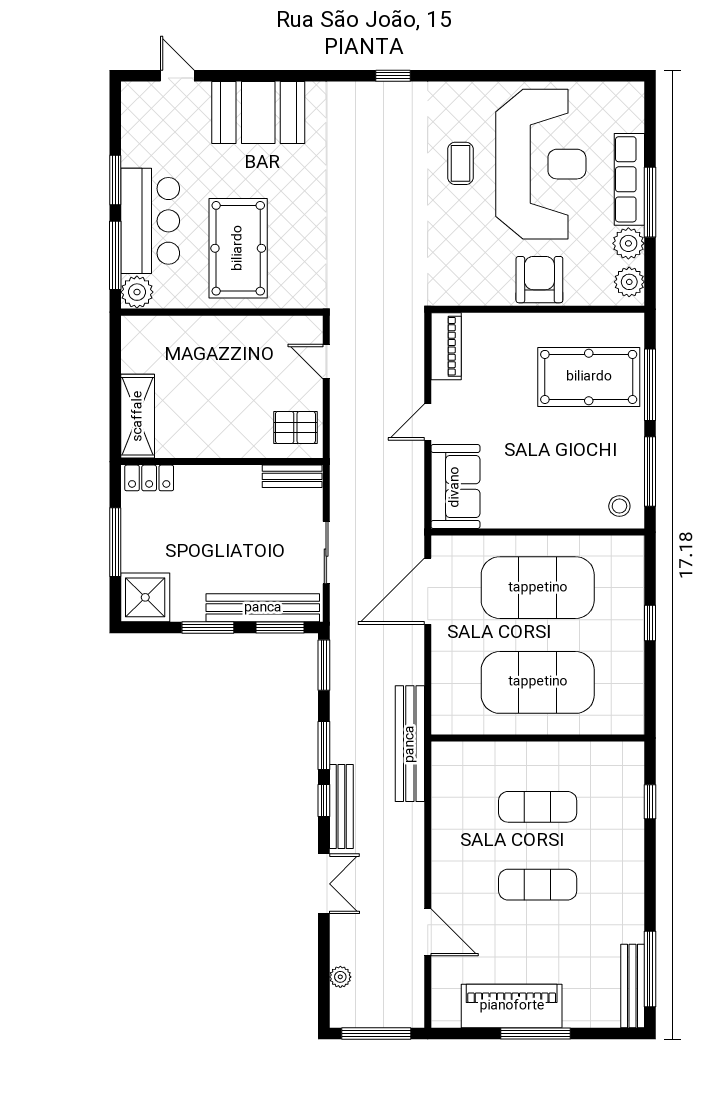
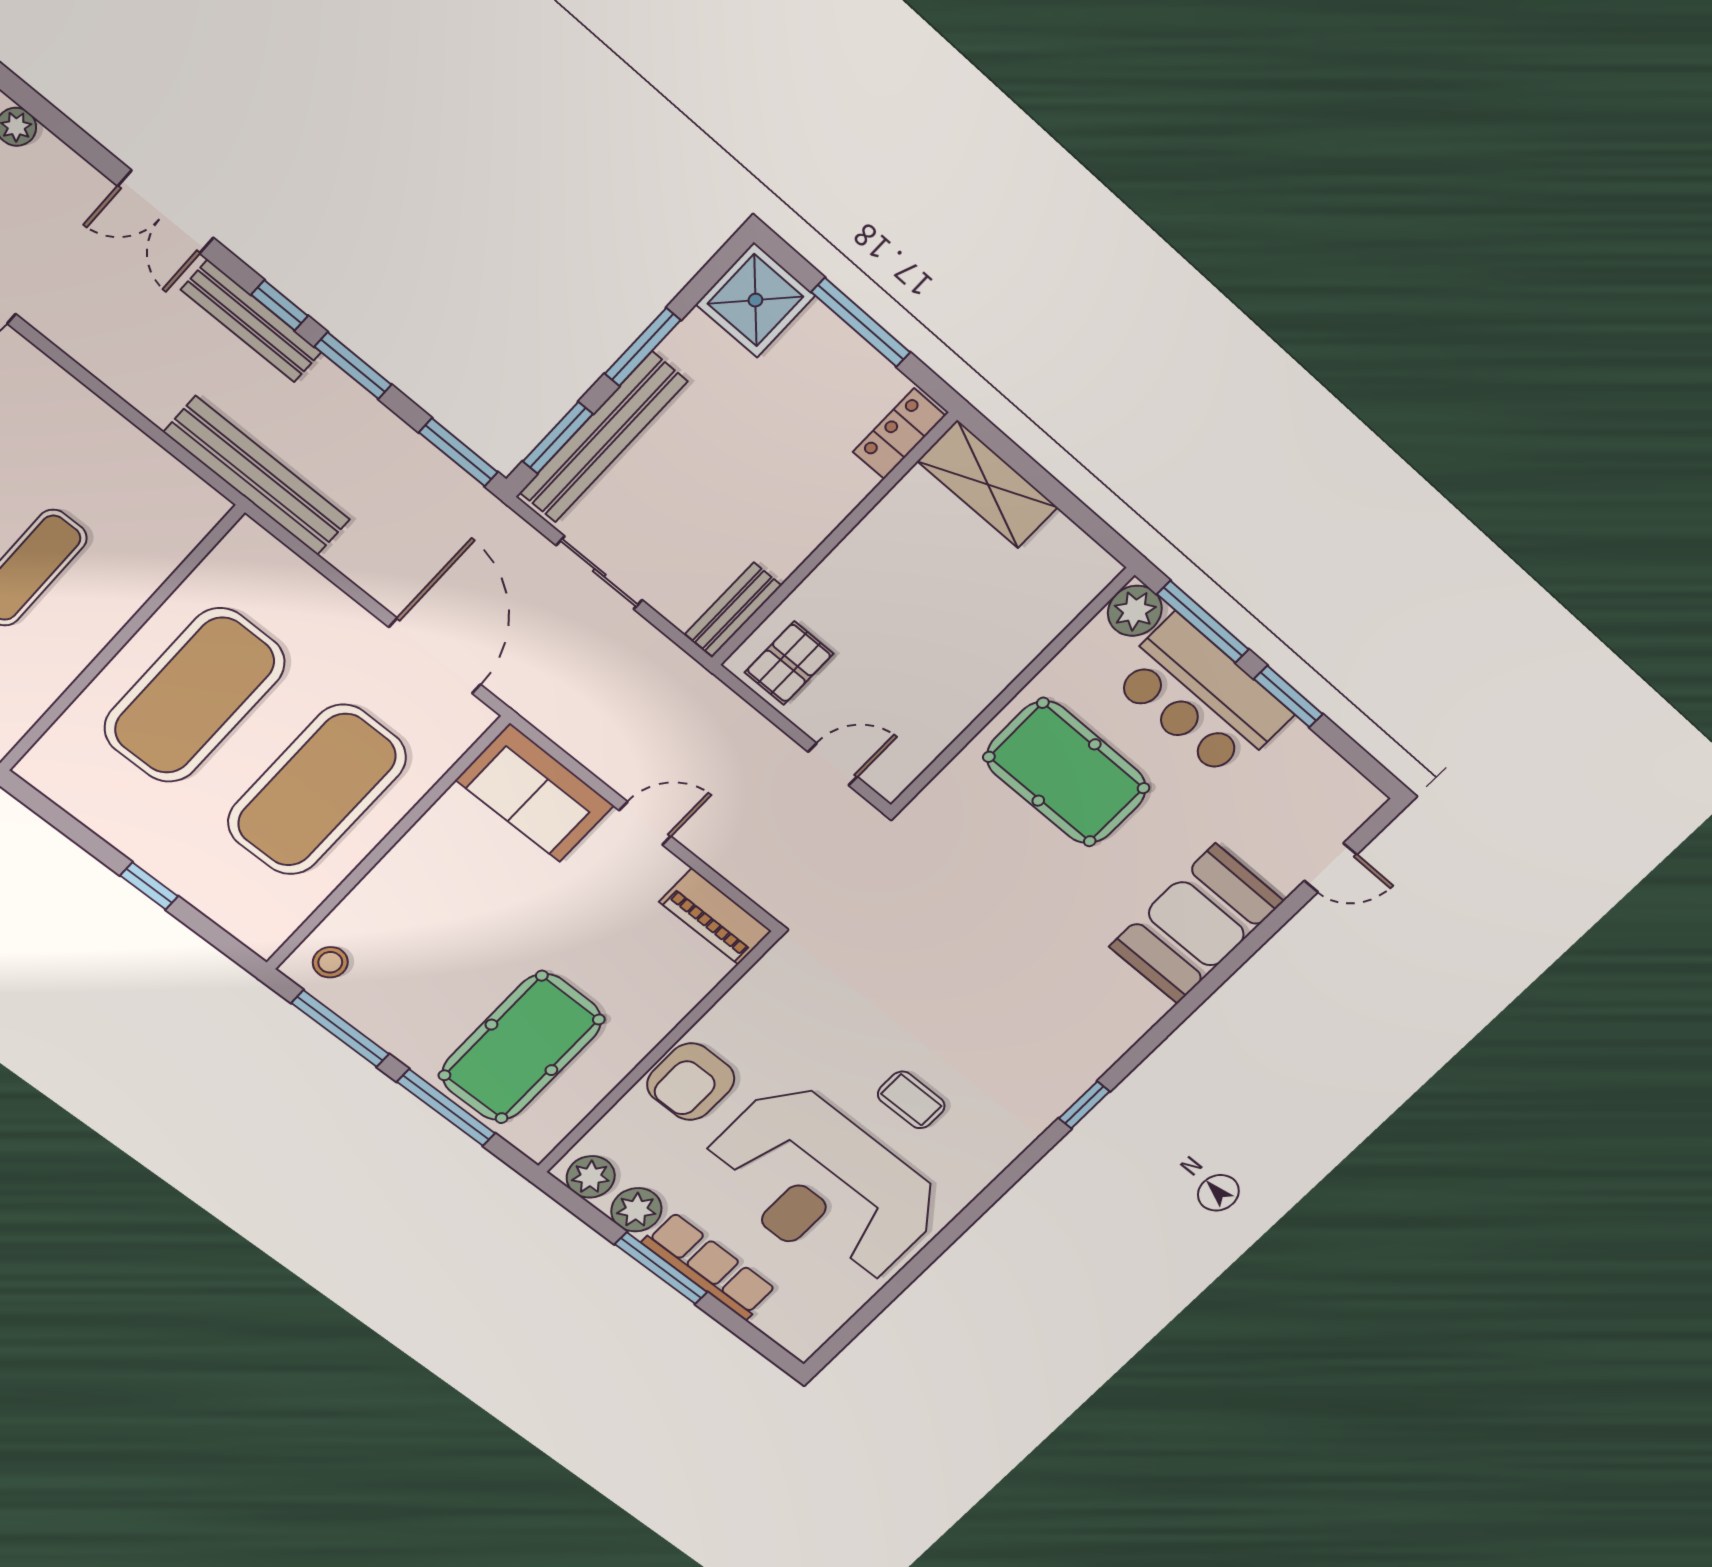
armchair: (539, 280) -> (691, 1082), turned 90
door: (428, 422) -> (645, 823), hinge flipped

